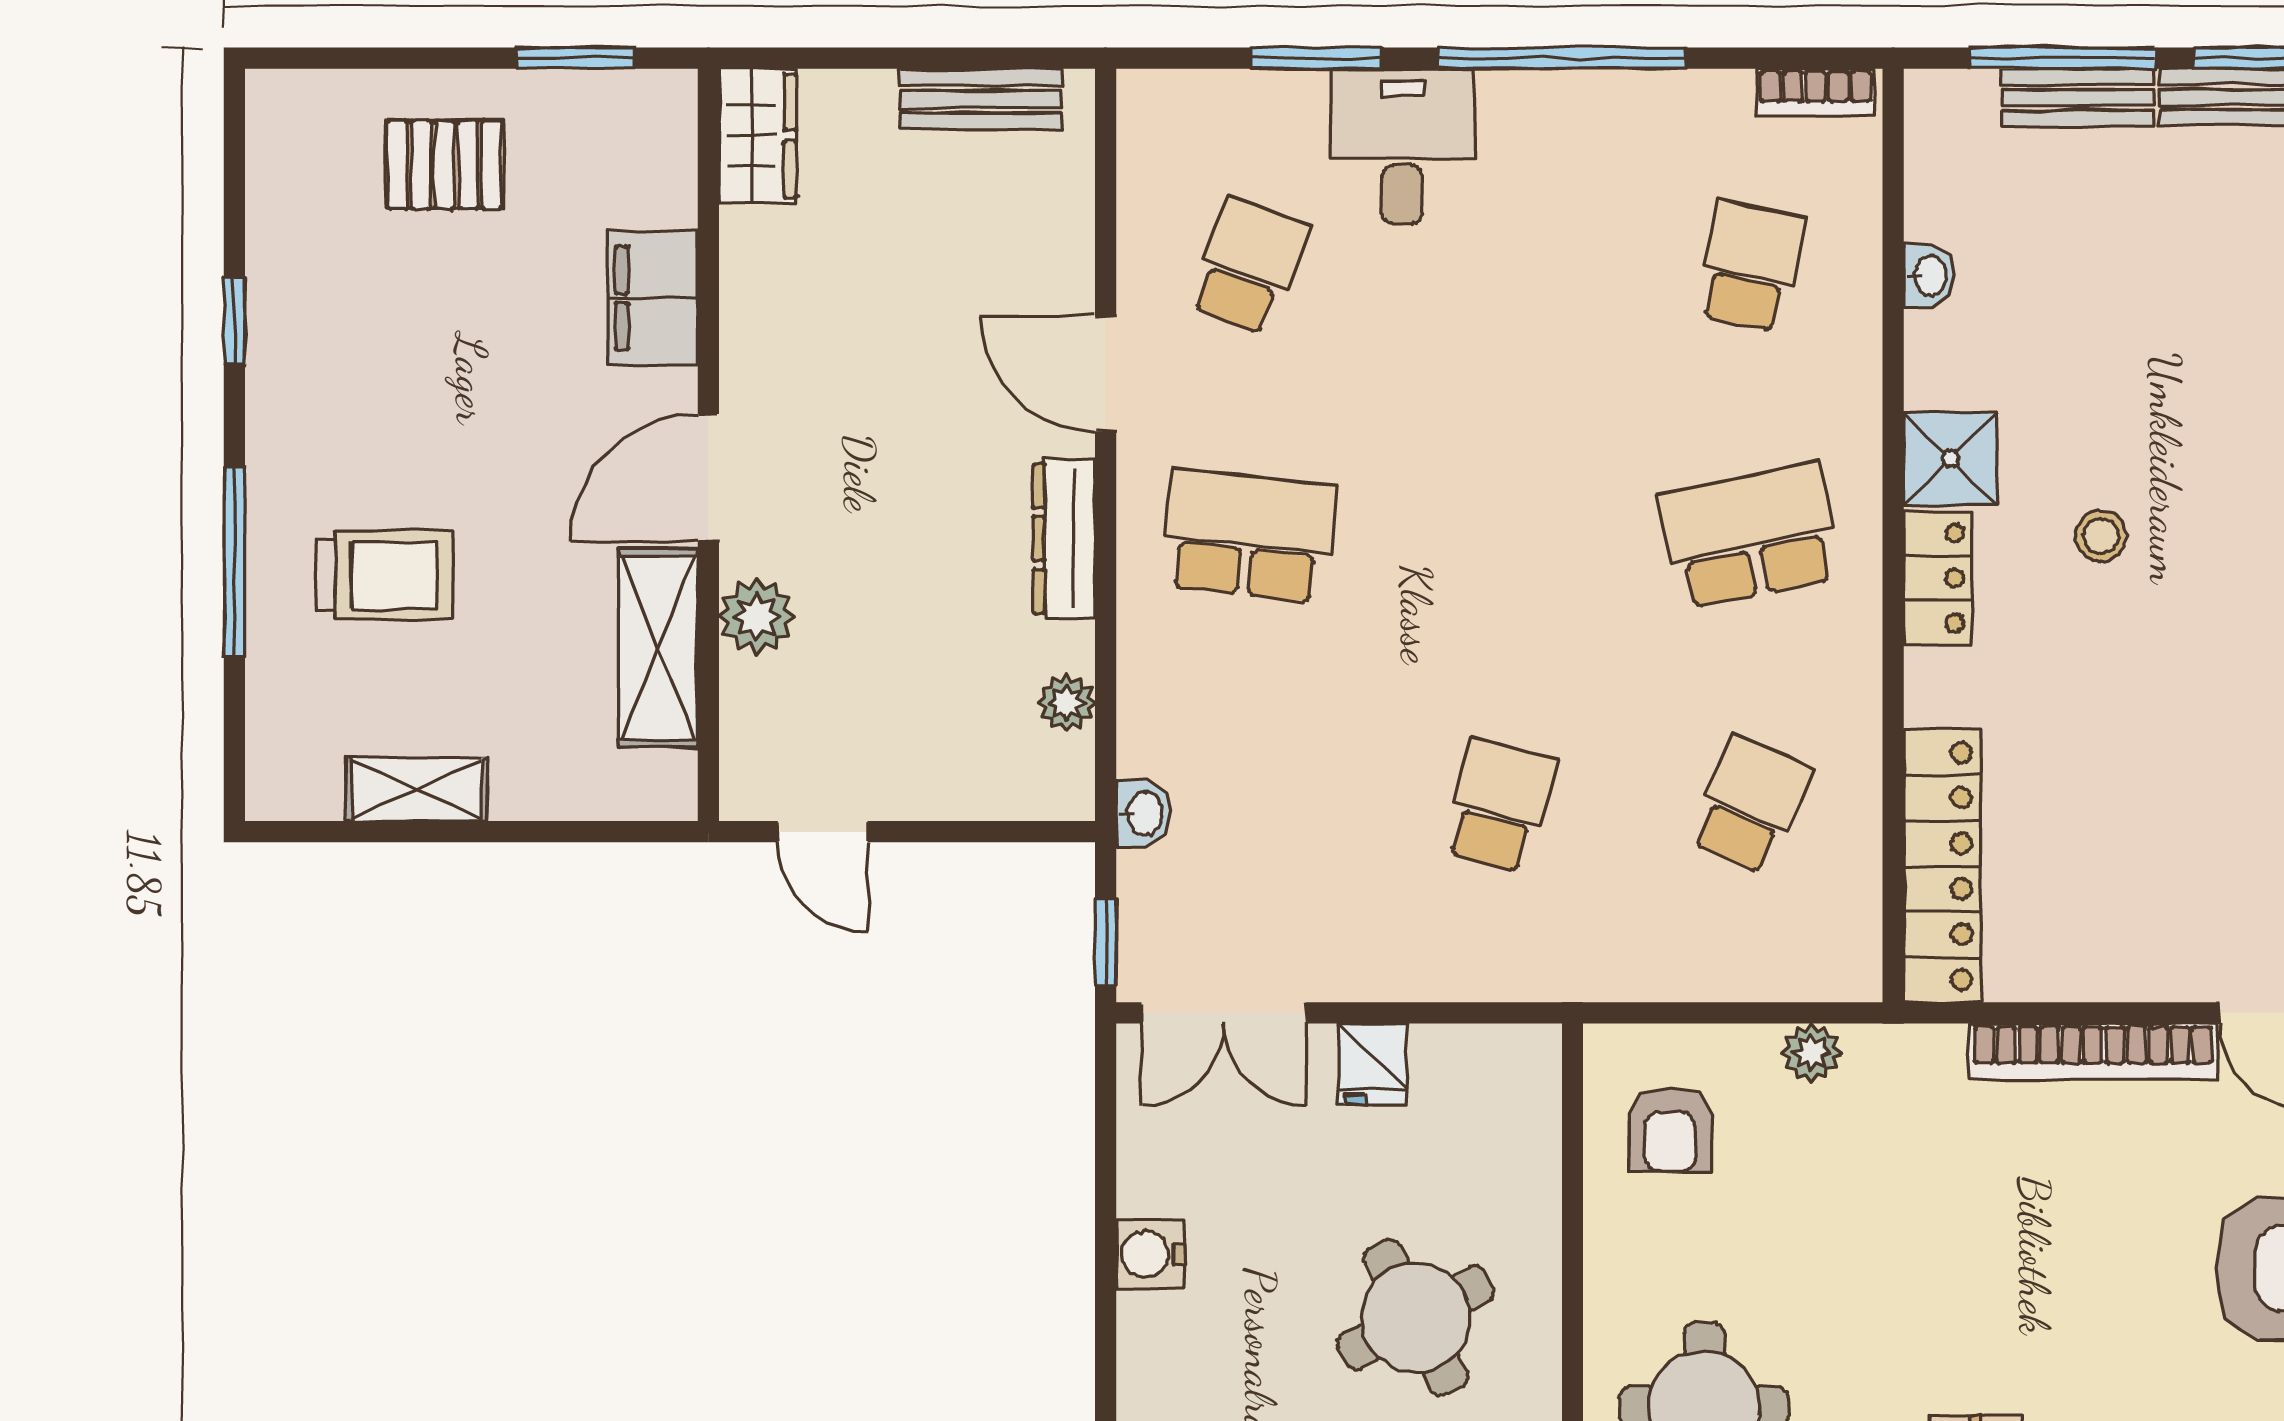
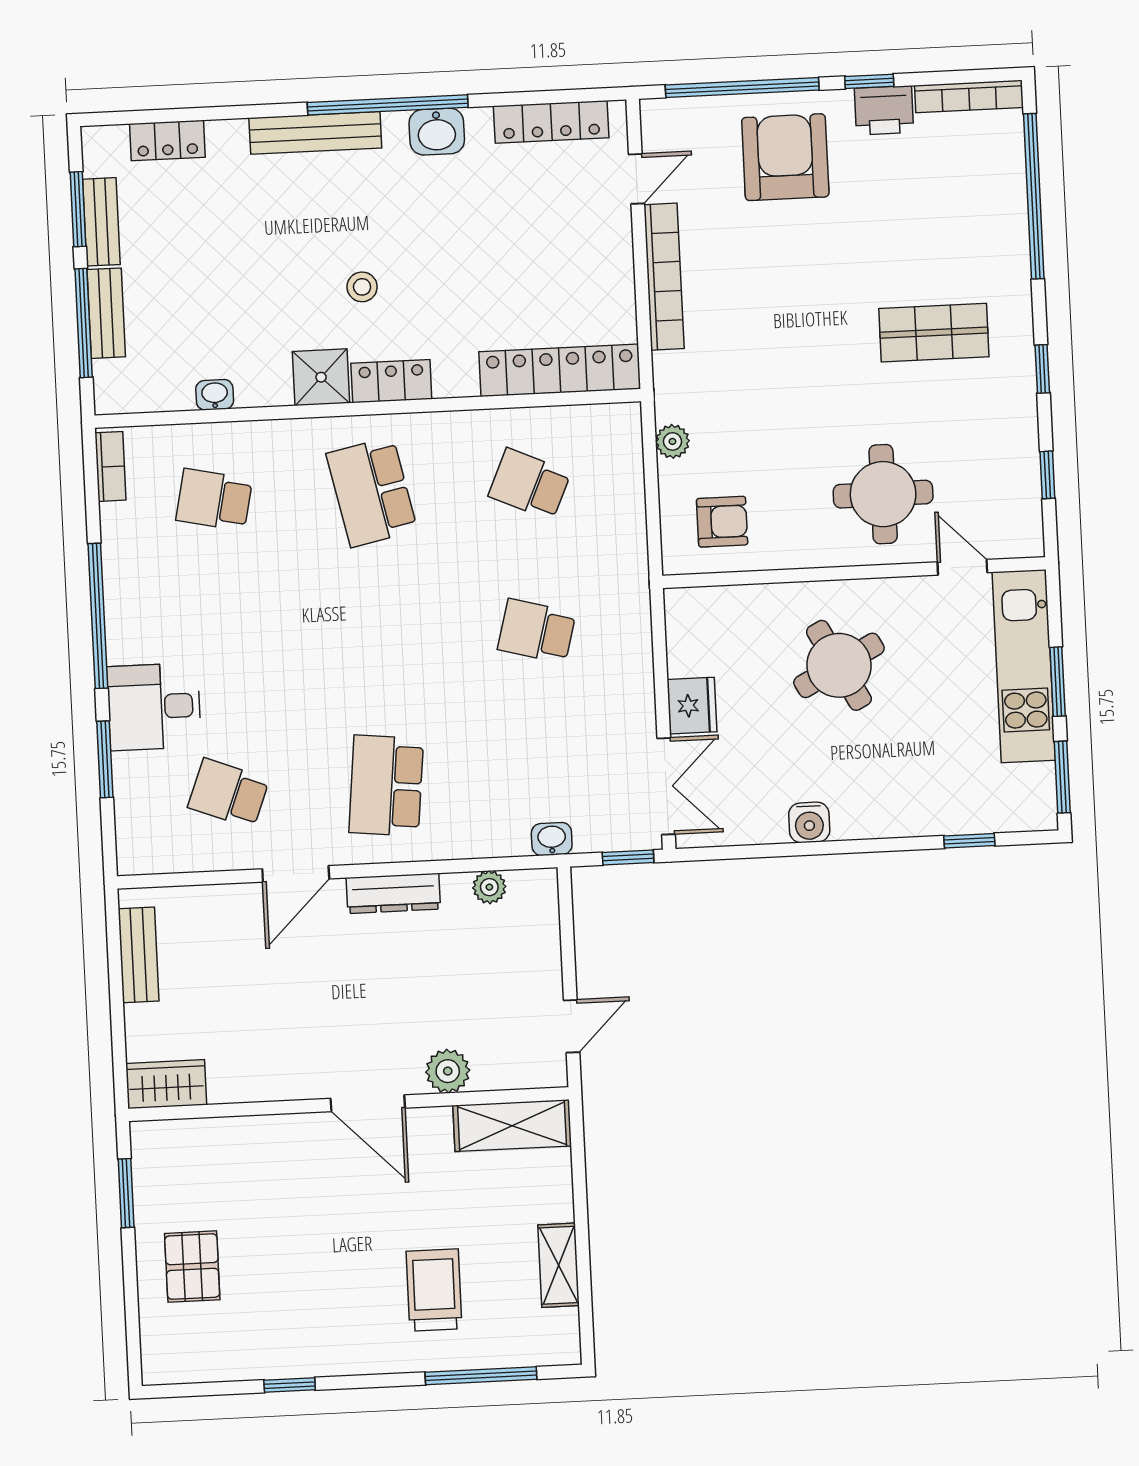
filing cabinet: (653, 298) -> (264, 1141), removed
window: (234, 562) -> (481, 1376), moved
shelving: (658, 648) -> (512, 1126), moved
fridge: (1372, 1064) -> (692, 706), width x1.38

